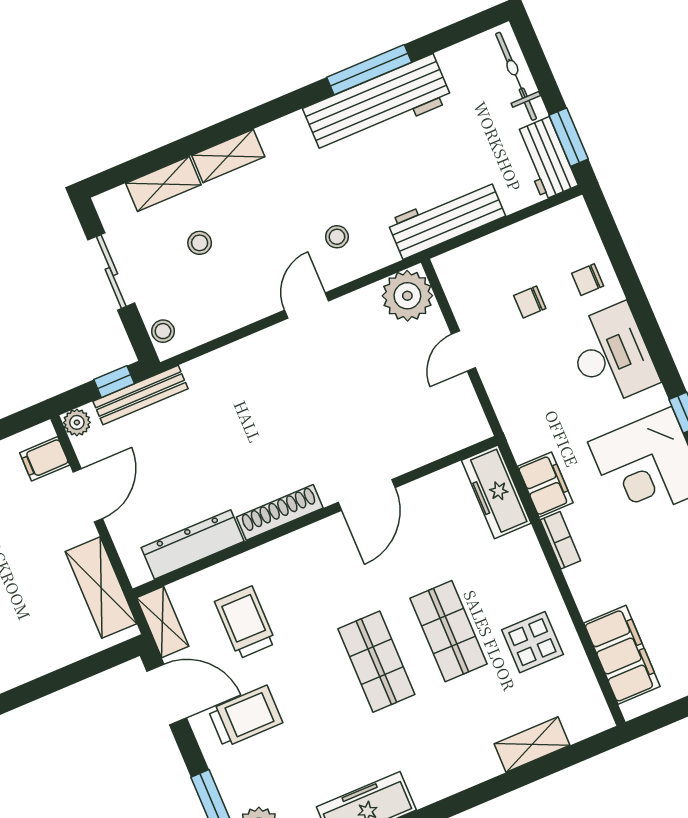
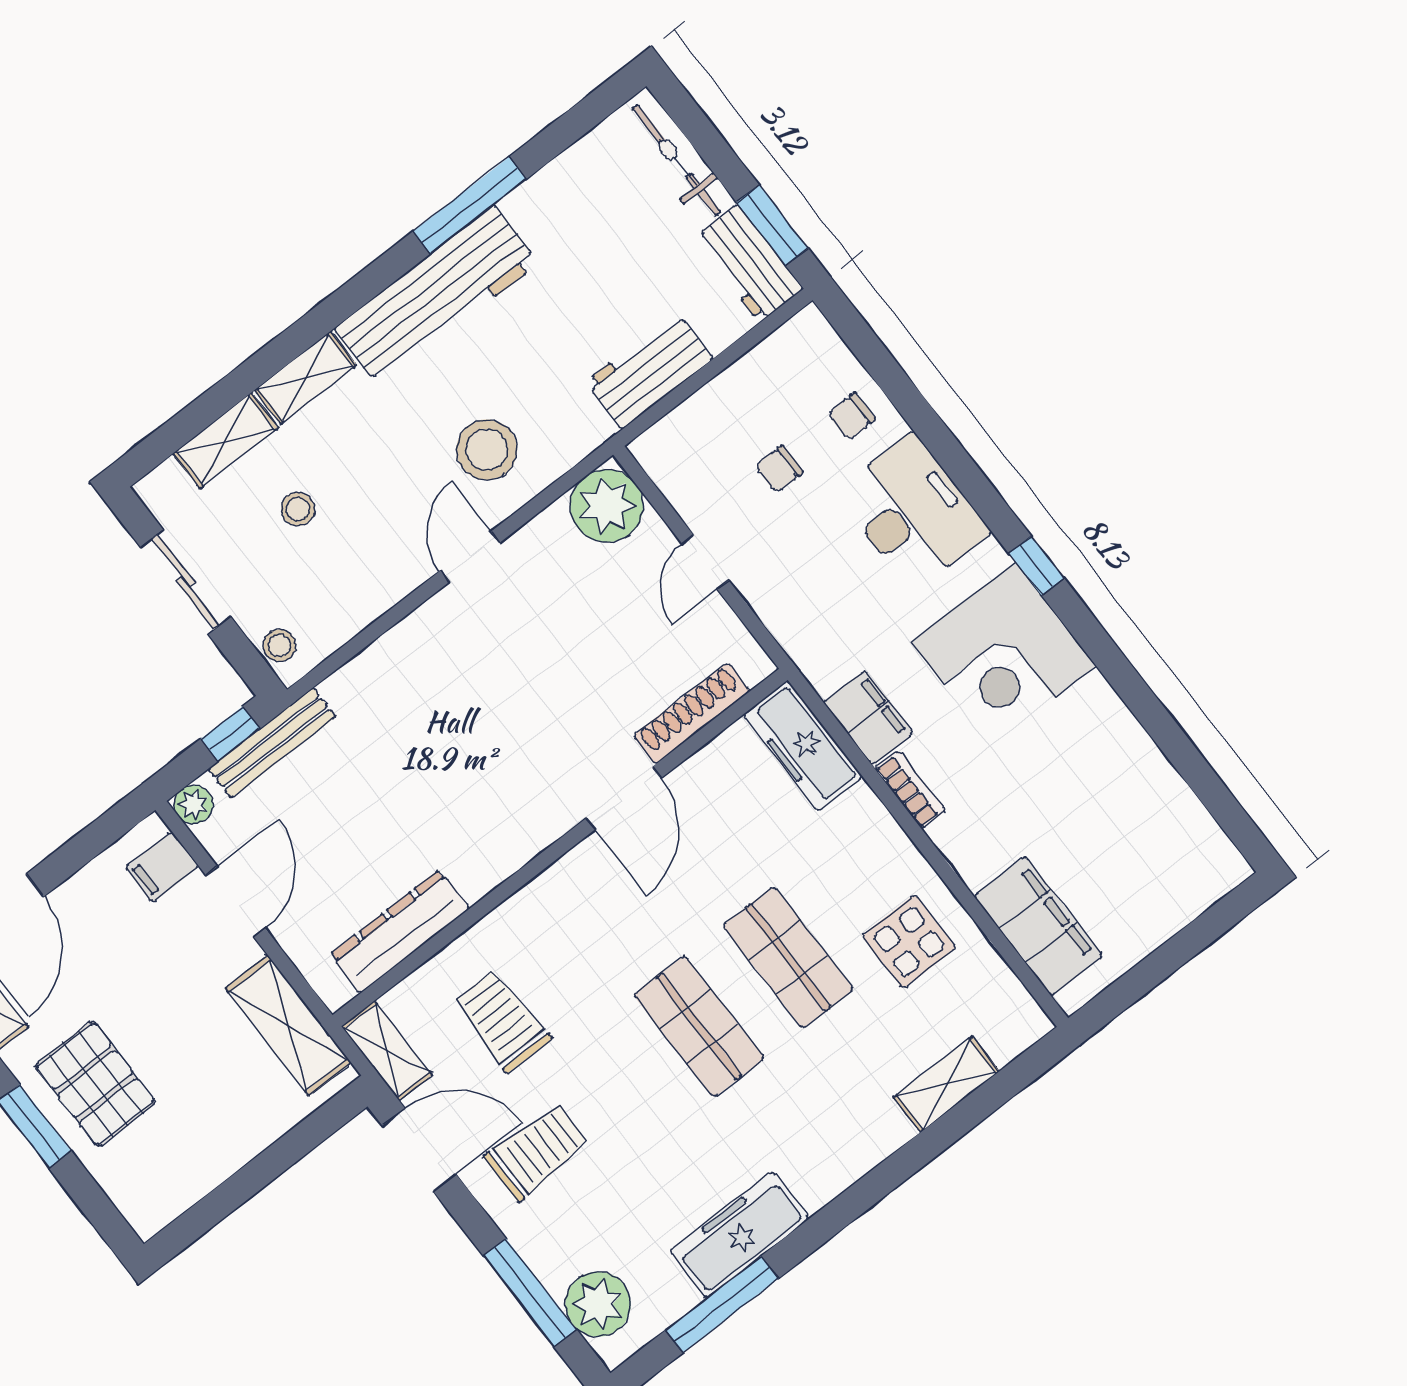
workbench: (378, 105) -> (436, 296), moved
workbench: (446, 219) -> (649, 370), width x0.73
stool: (337, 237) -> (487, 450), width x1.89, depth x1.89
shoe rack: (280, 512) -> (691, 713), moved

